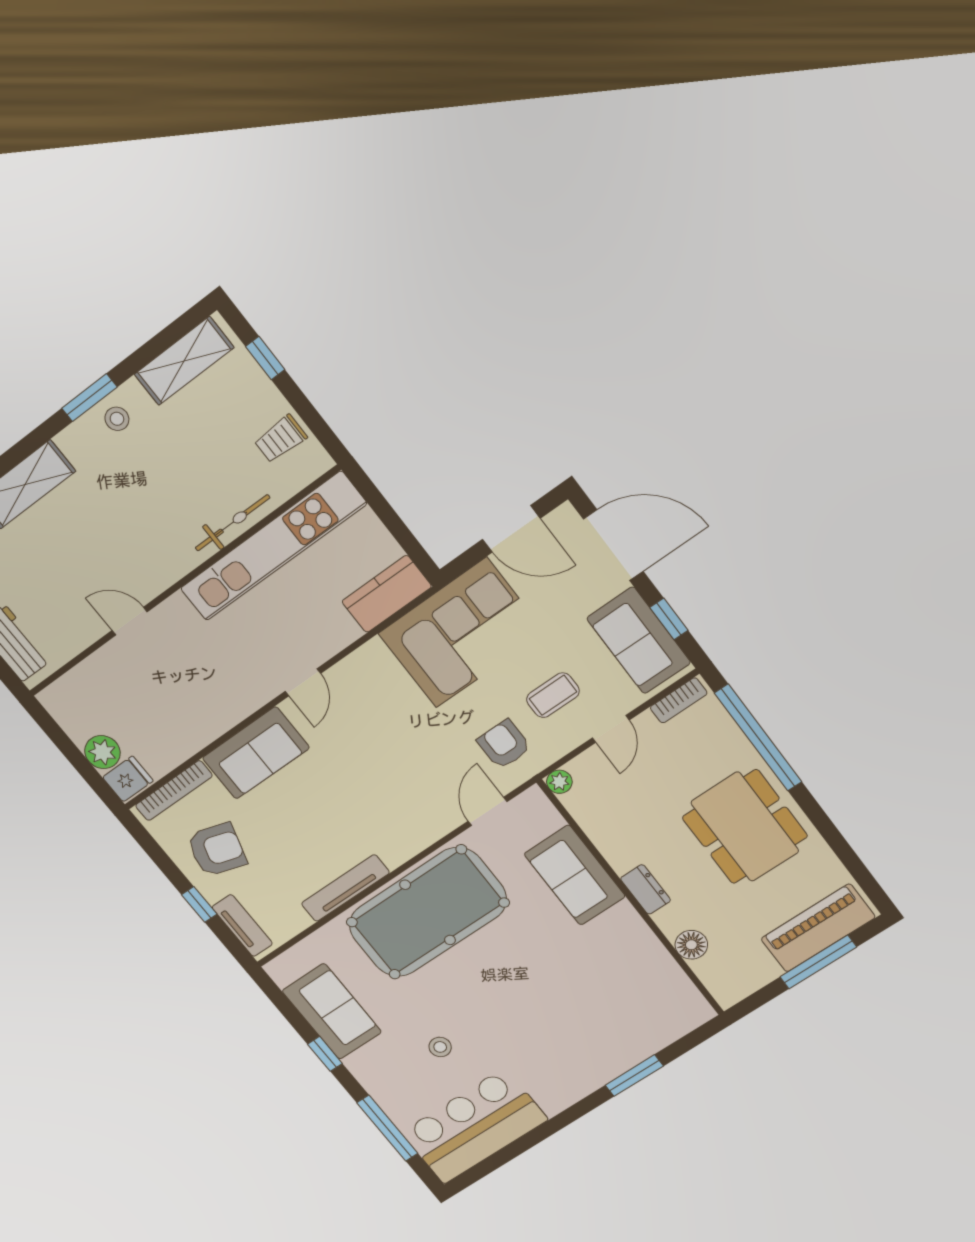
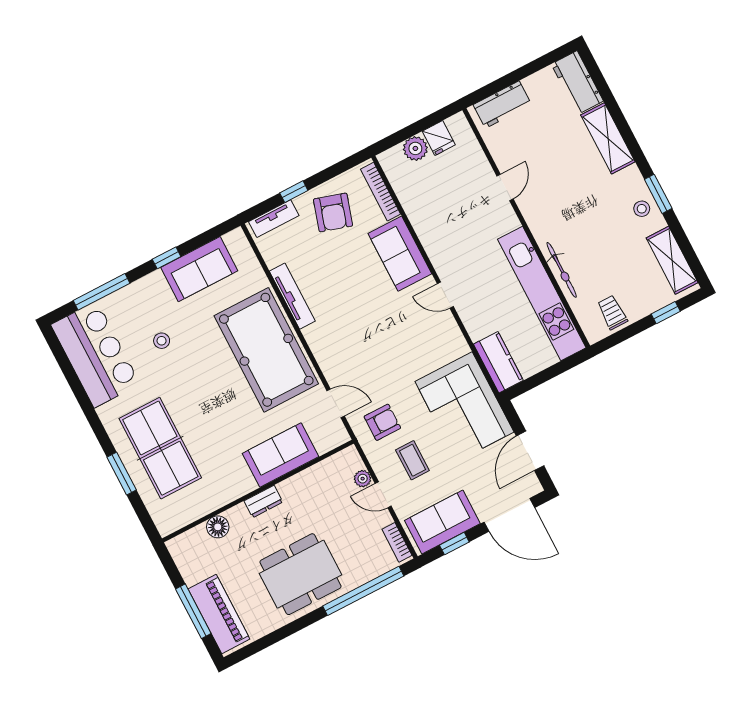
door: (613, 545) -> (509, 515), hinge flipped
fridge: (128, 779) -> (439, 138), moved
plant: (559, 782) -> (363, 479), moved
table tennis table: (591, 1031) -> (160, 448), added

